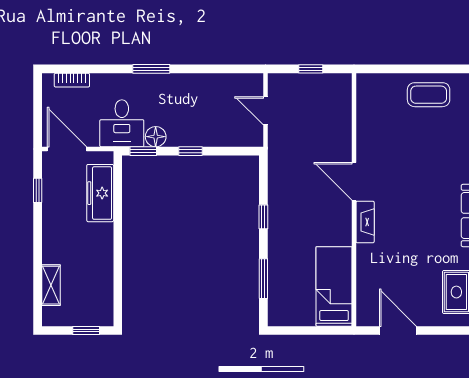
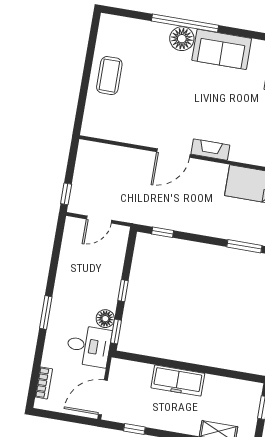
window: (311, 69) -> (66, 194), moved
freezer: (100, 193) -> (178, 381), moved
window: (263, 217) -> (163, 232), moved

